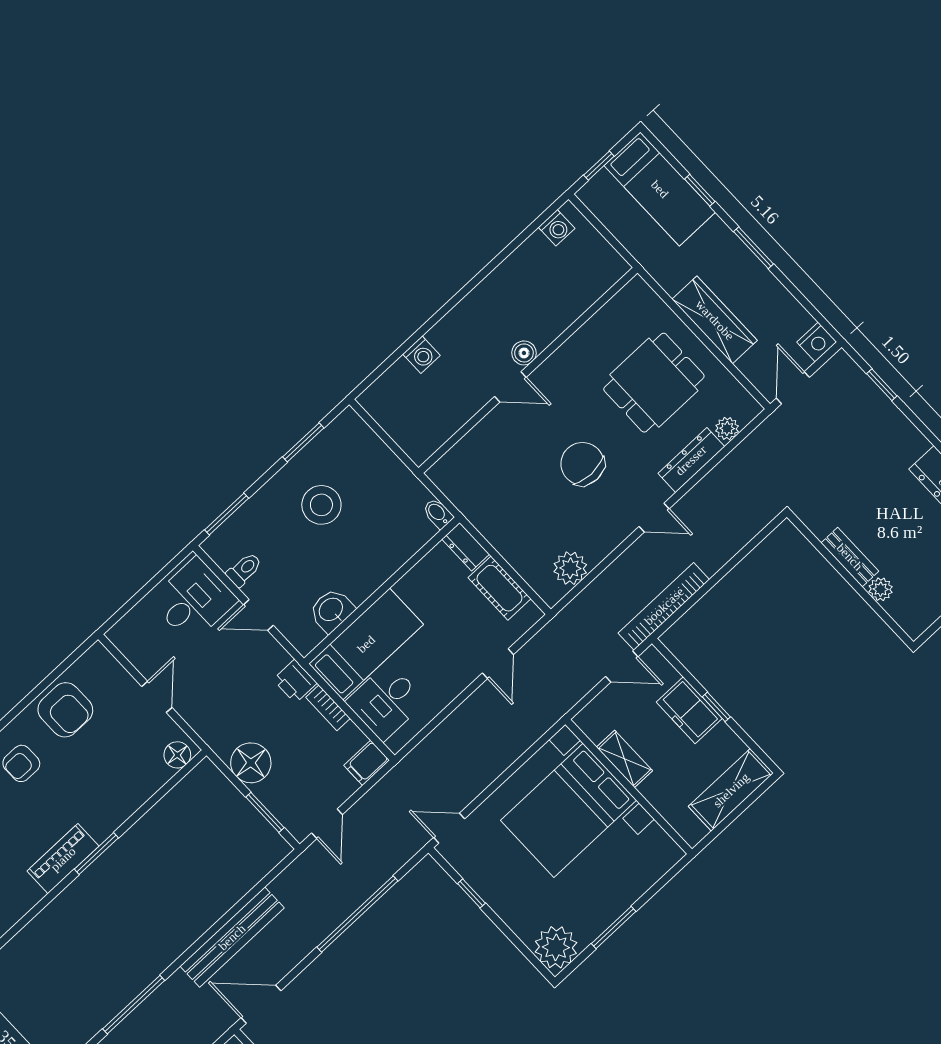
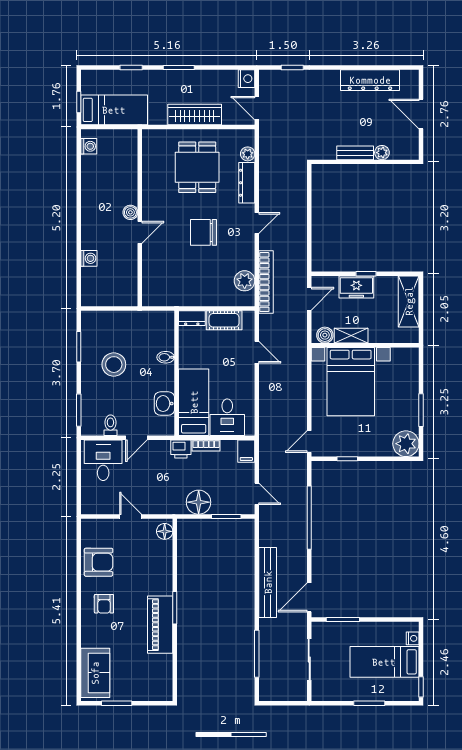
bed: (660, 189) -> (114, 110), moved
bidet: (438, 513) -> (166, 357), moved
bookcase: (664, 606) -> (266, 282), moved, turned 180
boiler: (596, 727) -> (325, 335), added
piano: (63, 859) -> (160, 625), width x1.37, depth x1.33

